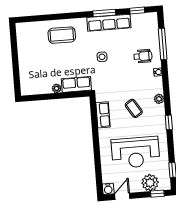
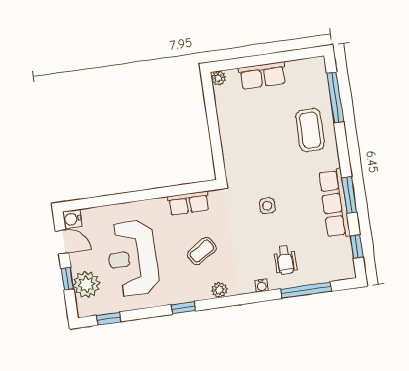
window: (42, 18) -> (335, 97), added
side table: (102, 57) -> (267, 206), moved
row of seats: (76, 84) -> (262, 75), moved, turned 90
plant: (57, 88) -> (218, 78), moved
window: (157, 194) -> (67, 279), moved

